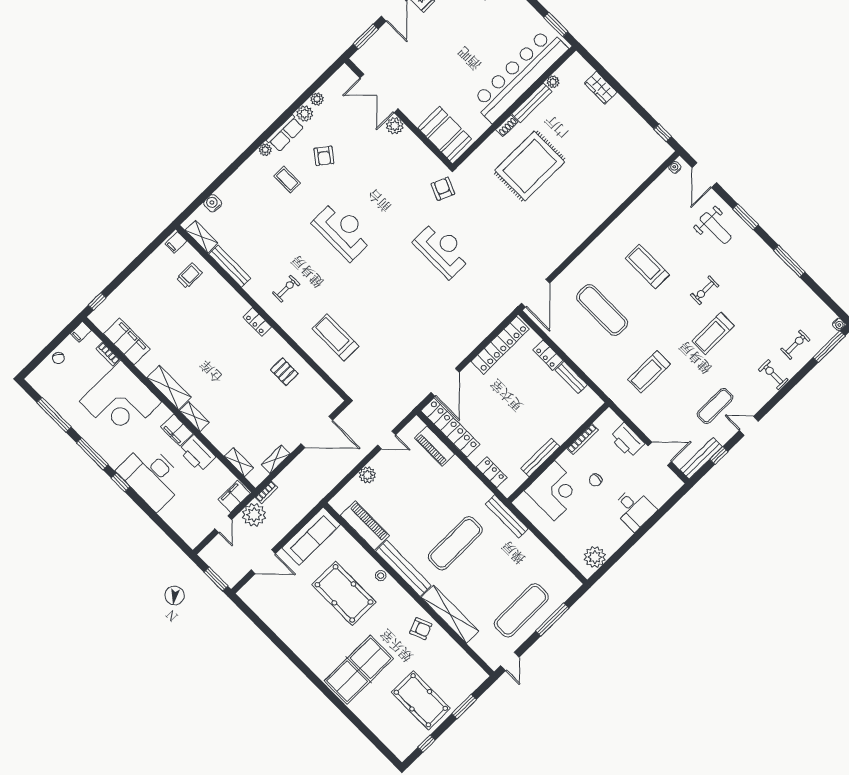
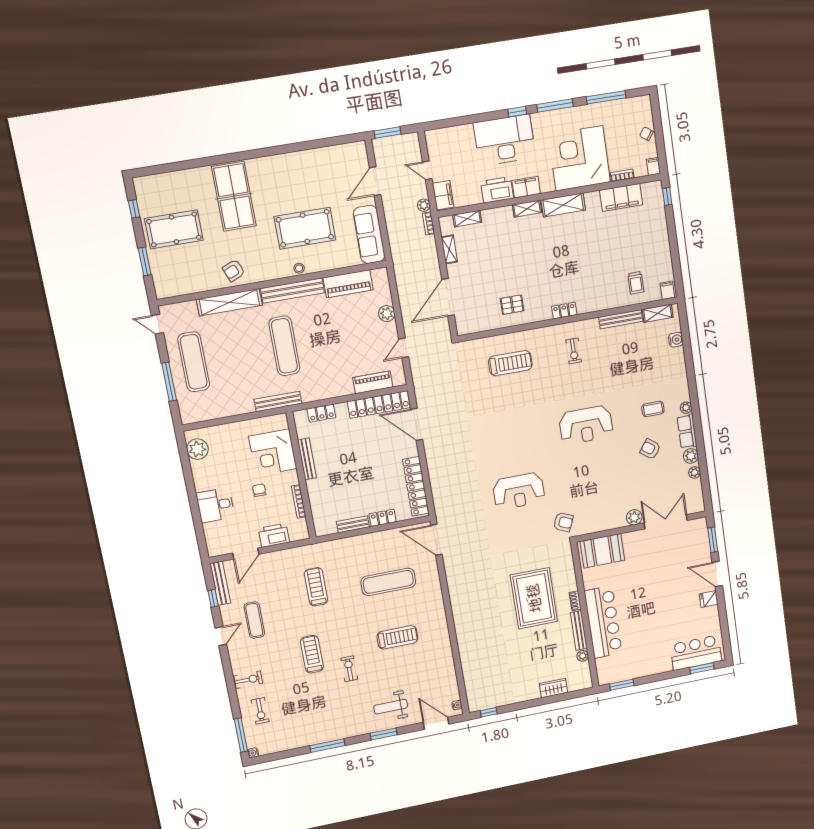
bar counter: (519, 75) -> (603, 622), width x0.73
plant: (254, 515) -> (424, 205), width x0.53, depth x0.53

